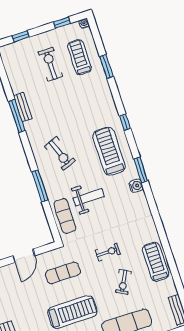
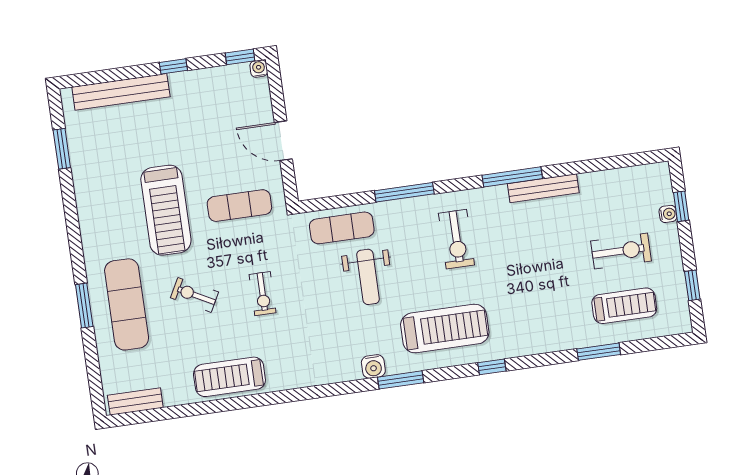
water cooler: (84, 23) -> (668, 214), moved
bench: (23, 107) -> (543, 188), width x1.36
window: (17, 116) -> (512, 177), moved
exercise bike: (60, 153) -> (456, 239), turned -70
treadmill: (156, 262) -> (229, 377), turned 180
exercise mat: (63, 273) -> (239, 206), turned 90
exercise bike: (124, 282) -> (195, 295), moved

